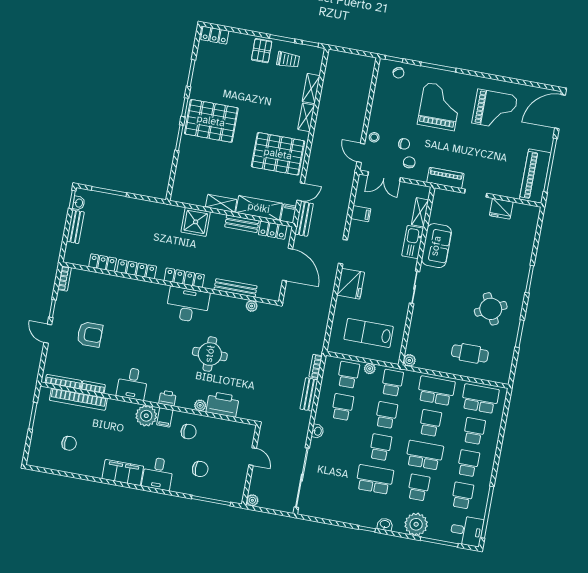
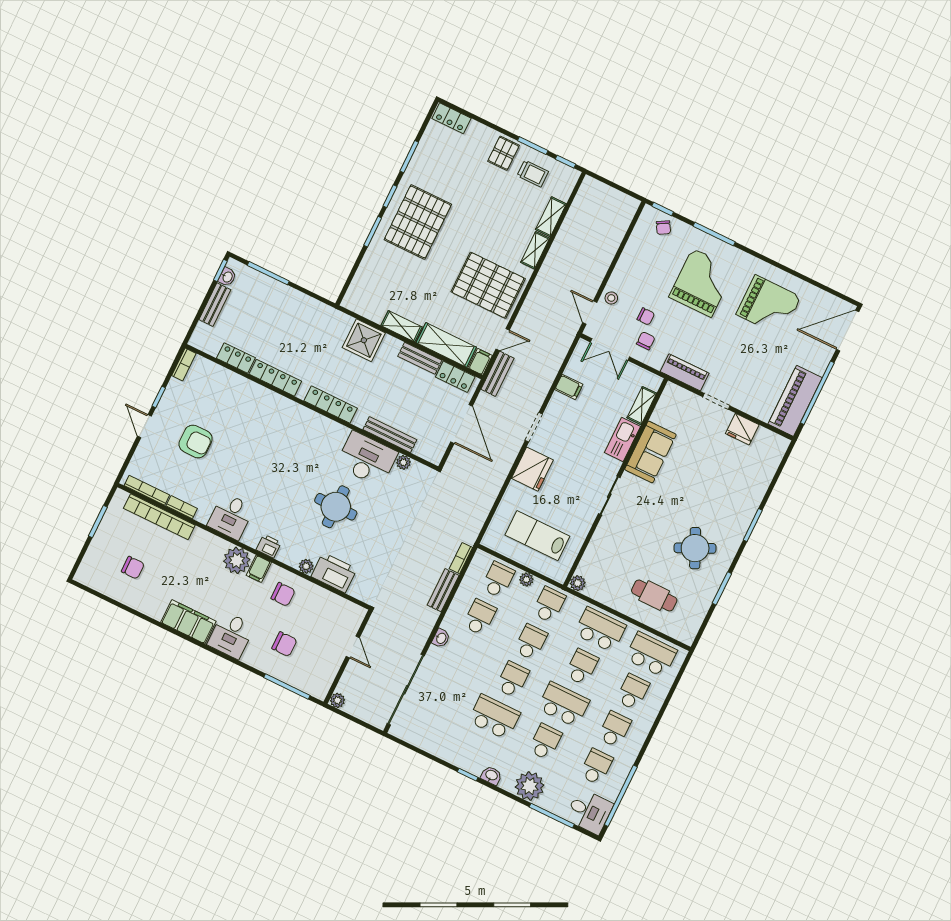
pallet: (211, 121) -> (418, 222), turned 90
desk: (188, 305) -> (367, 459), moved

